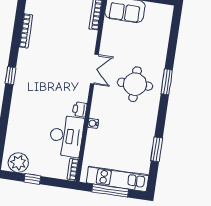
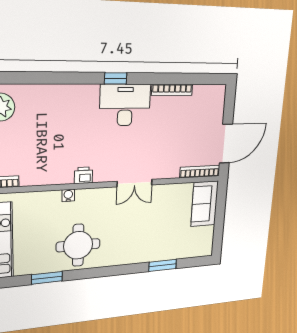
window: (167, 82) -> (163, 265), moved
round table: (135, 84) -> (78, 245), moved
desk: (66, 136) -> (125, 105), moved, turned 180

